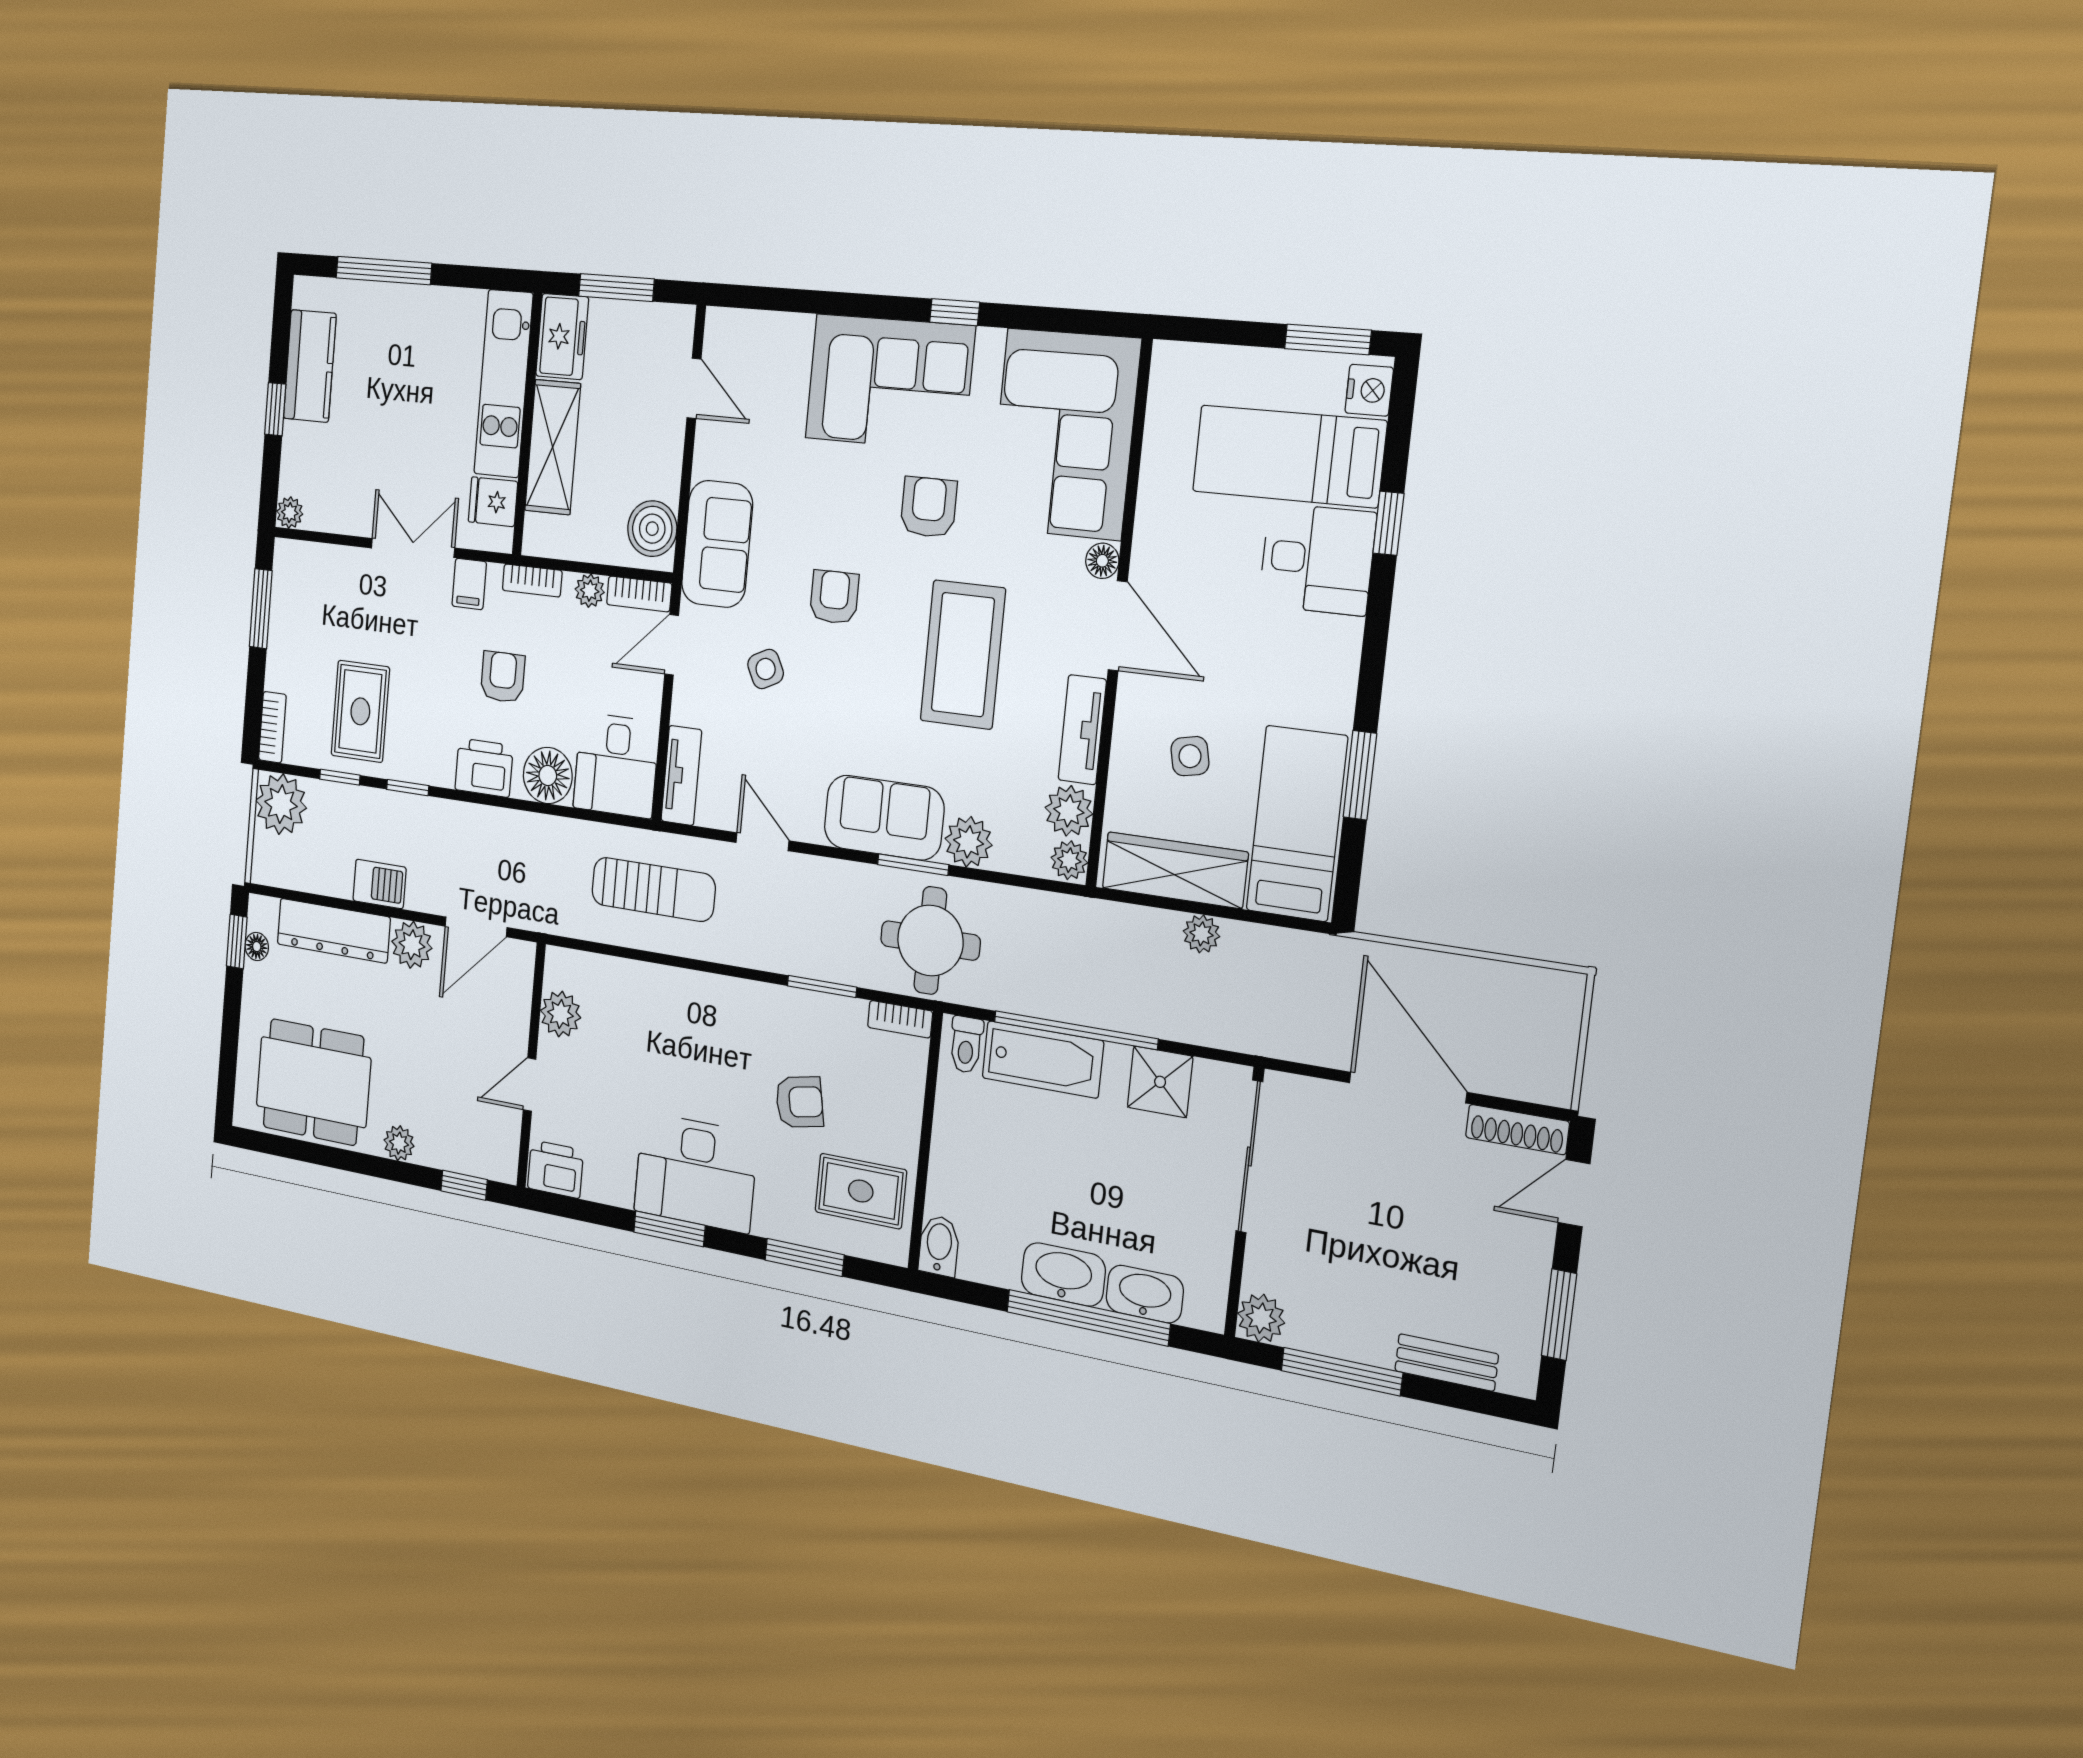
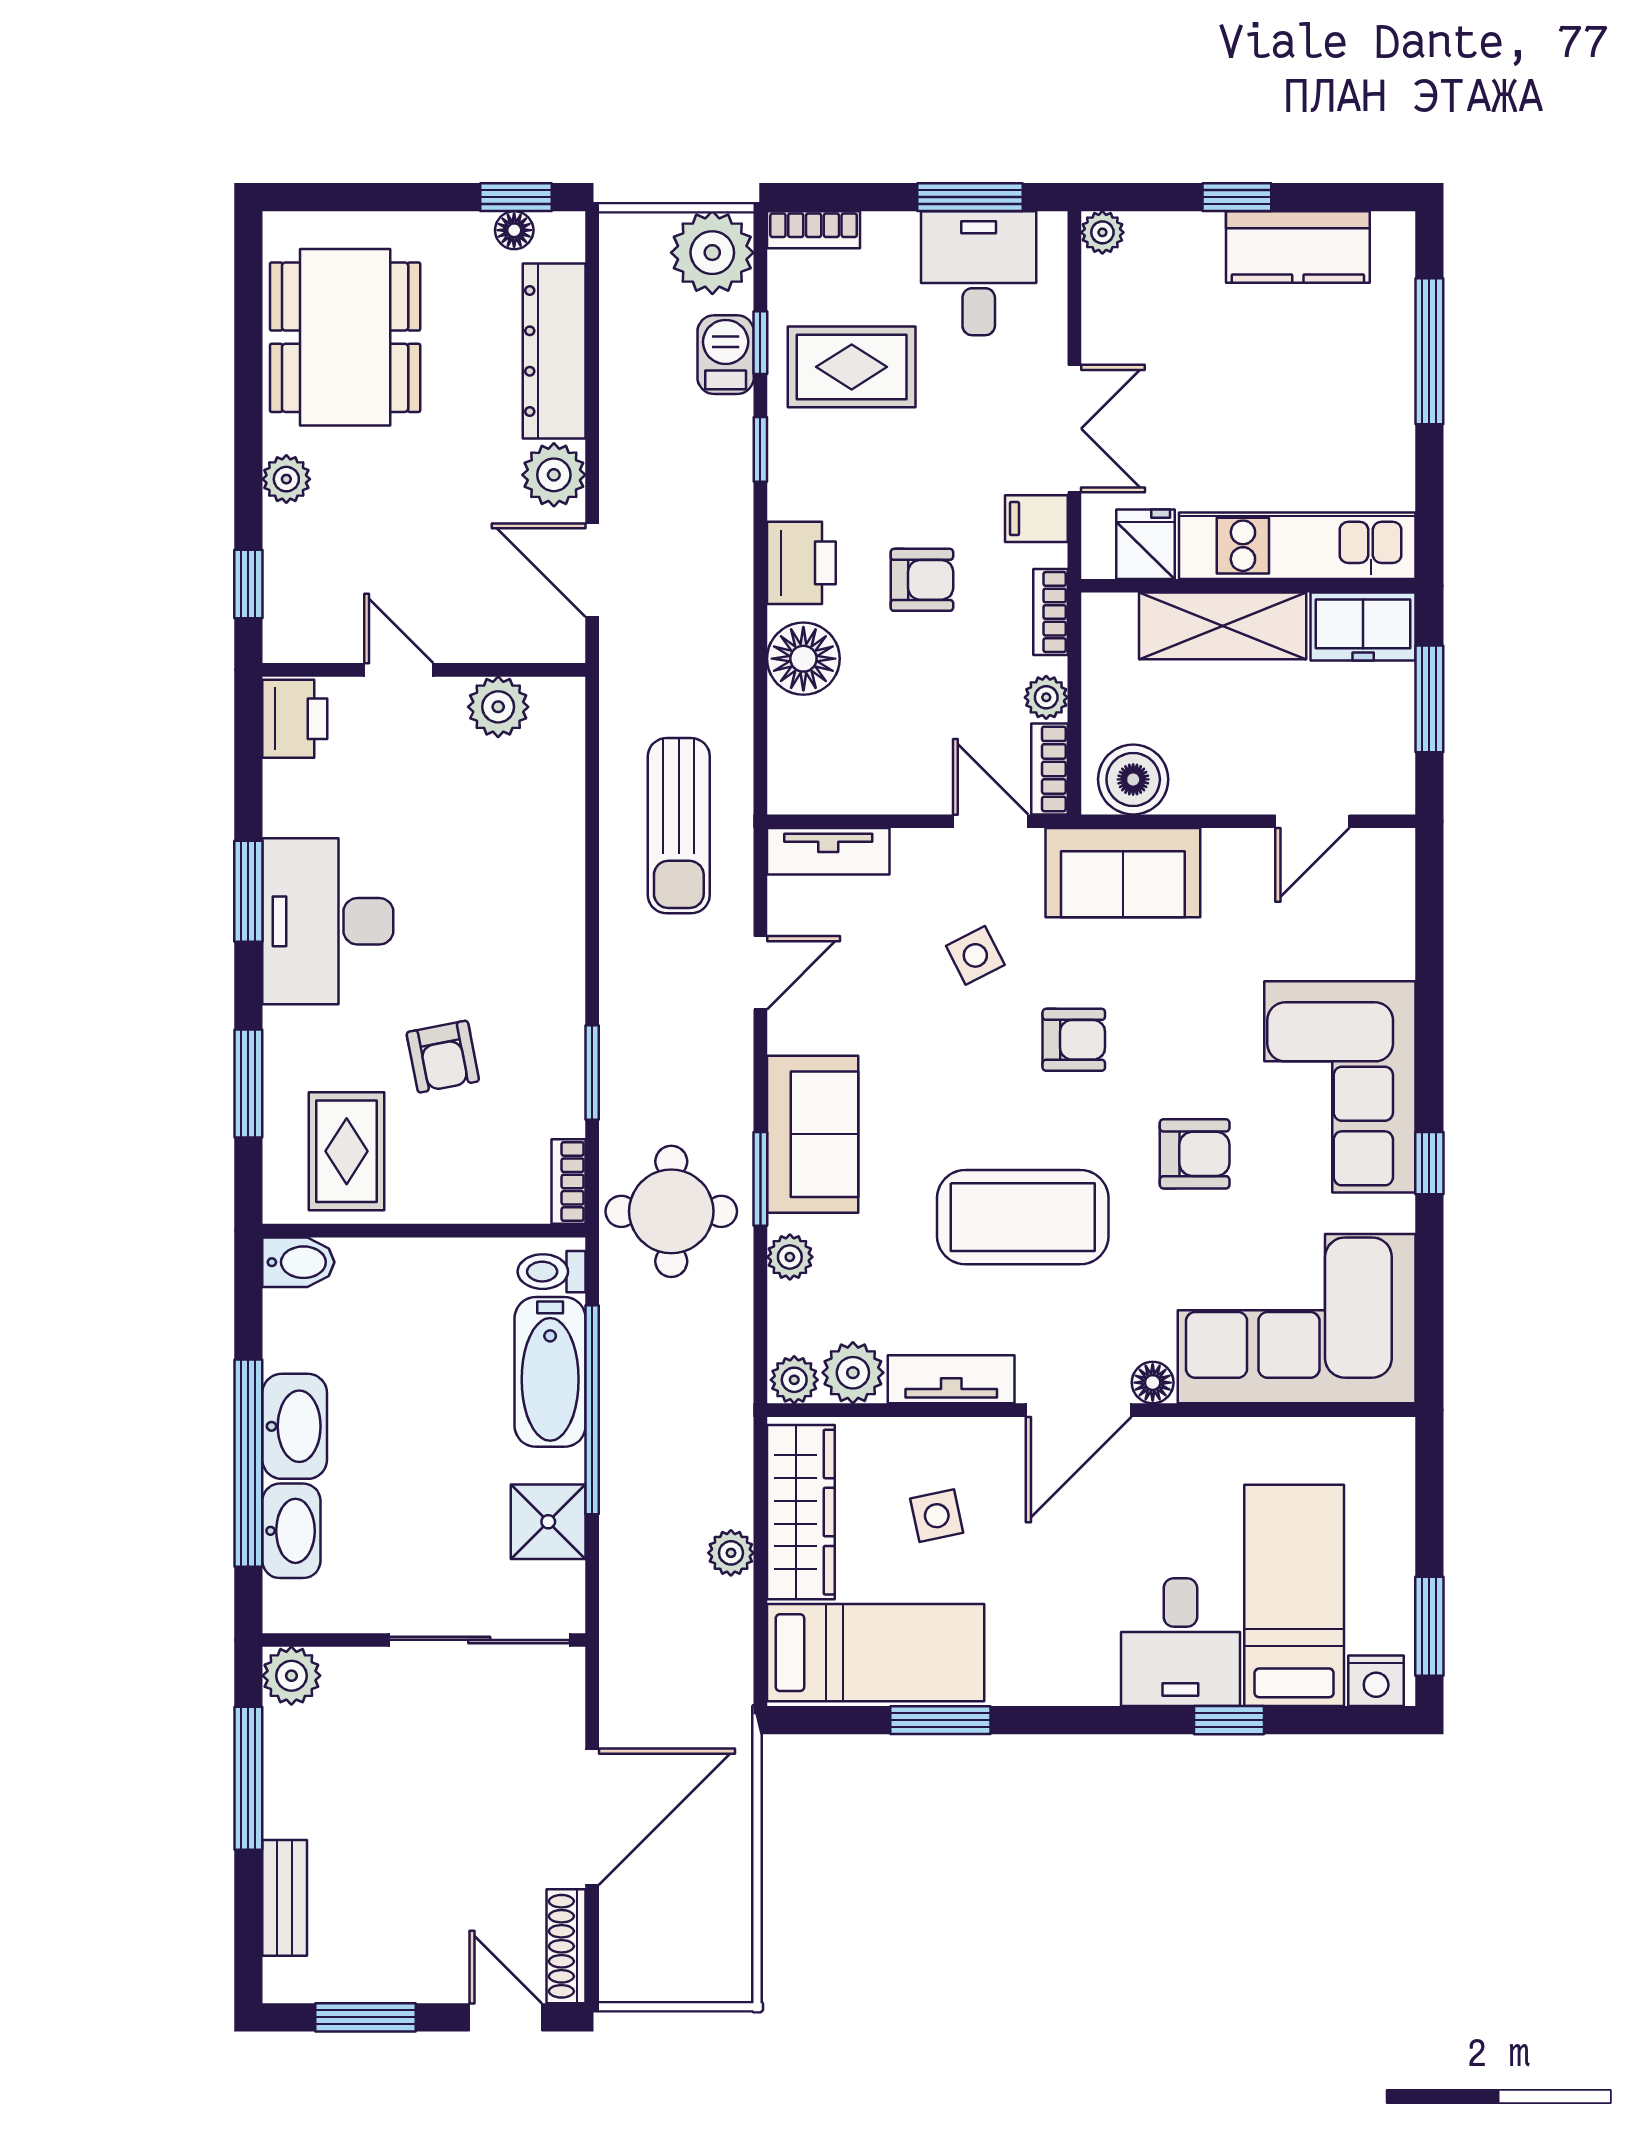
desk: (616, 765) -> (979, 273), moved, turned 90
plant: (969, 842) -> (790, 1257), width x0.73, depth x0.73
barbecue: (379, 884) -> (726, 355), moved, turned 180

